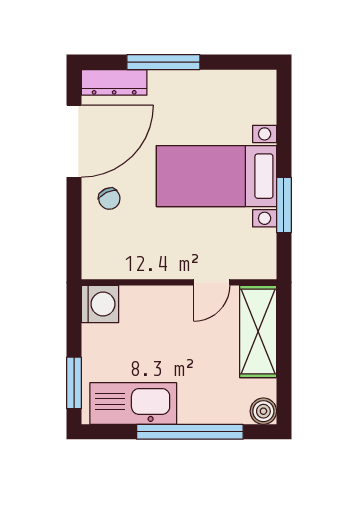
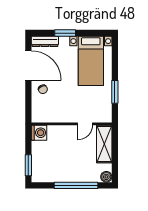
window: (163, 62) -> (65, 33), width x0.69
door: (74, 141) -> (28, 66), hinge flipped
bed with nightstands: (216, 176) -> (91, 61), moved, turned -90
kitchen sink: (133, 404) -> (53, 174), removed

